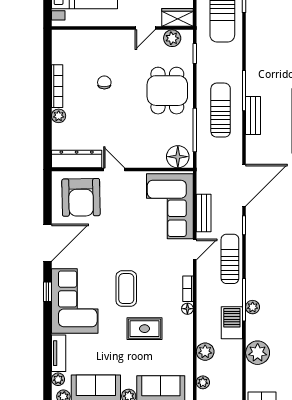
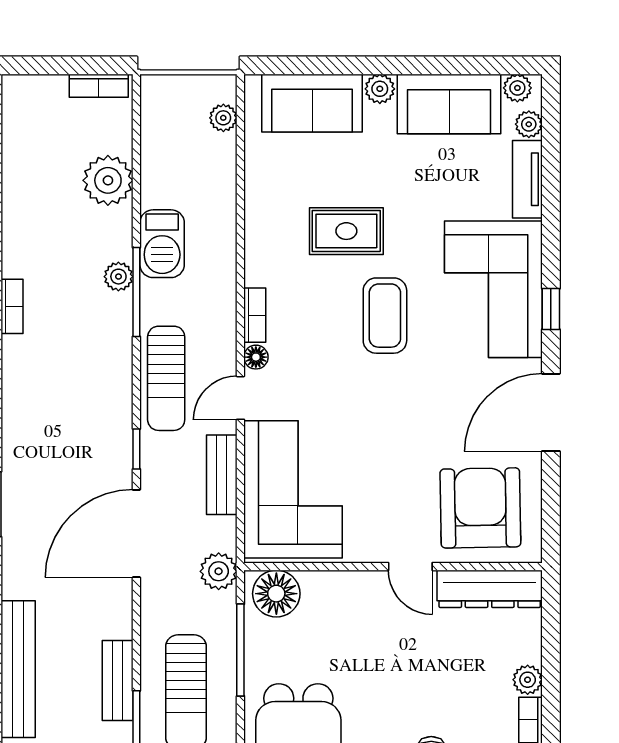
floor lamp: (187, 309) -> (256, 357), moved
plant: (205, 352) -> (219, 571), moved

